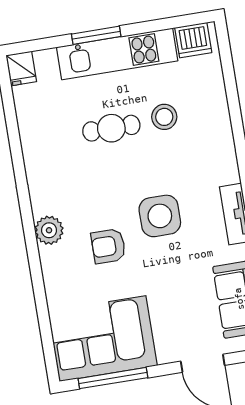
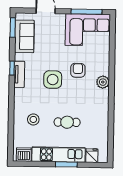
fridge: (21, 68) -> (92, 156), moved
stool: (164, 117) -> (33, 119), moved
armchair: (108, 246) -> (78, 70), turned -90

